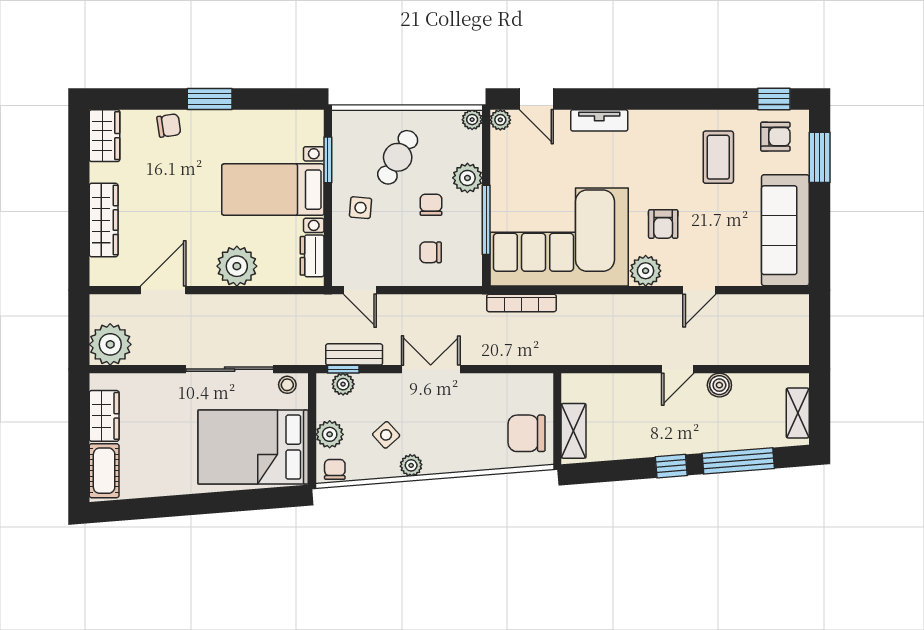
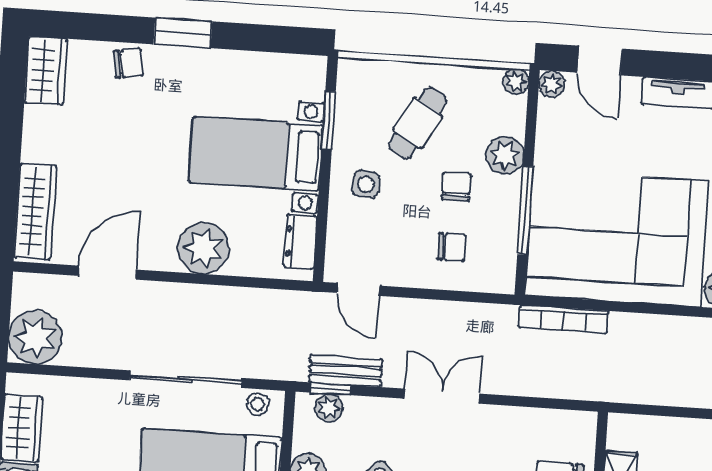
wardrobe: (104, 220) -> (35, 212), moved
chair: (431, 252) -> (452, 247), turned 180

